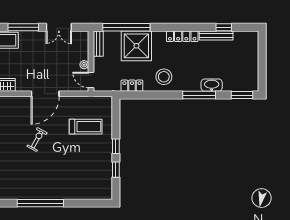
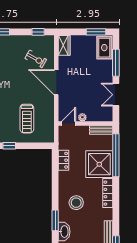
locker: (182, 36) -> (108, 193), moved
stool: (164, 77) -> (76, 203), moved
window: (199, 95) -> (55, 220), width x0.69
exercise bike: (37, 140) -> (36, 59), moved

